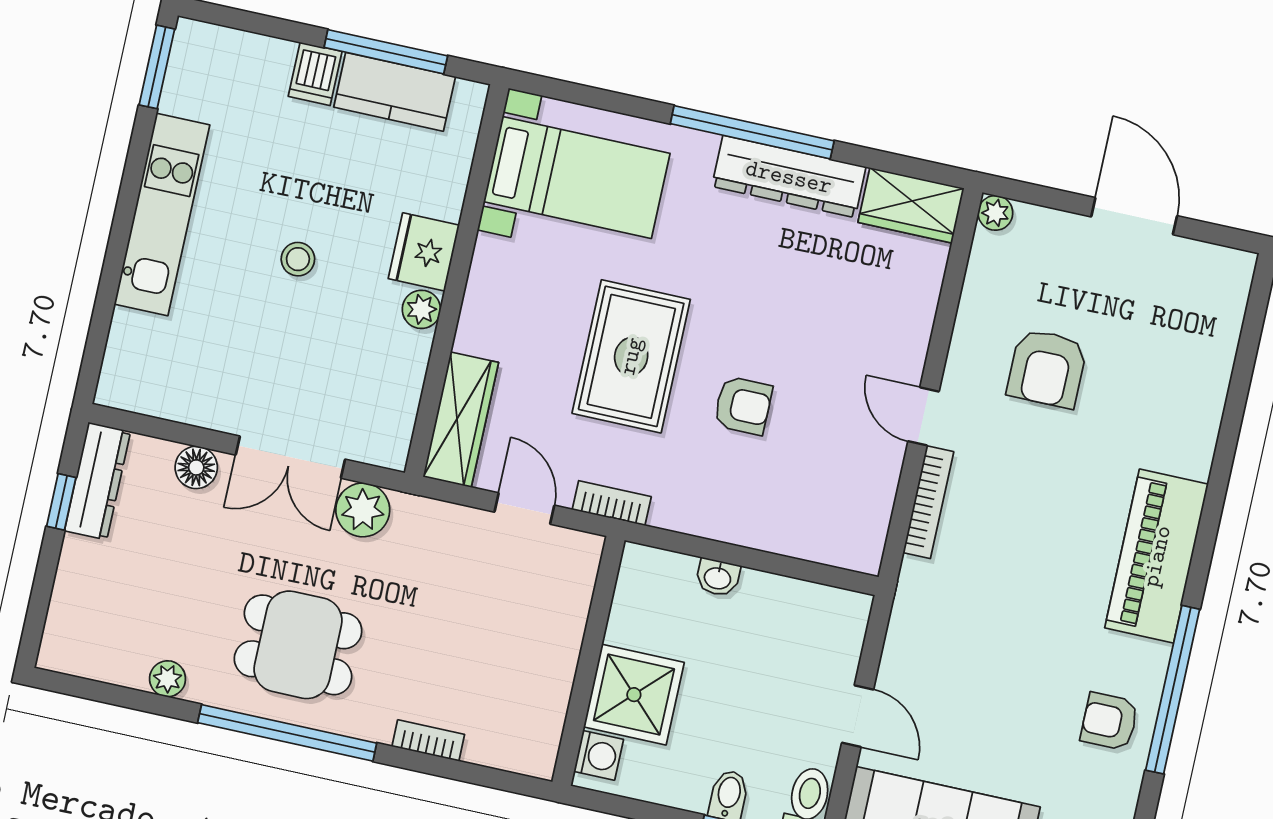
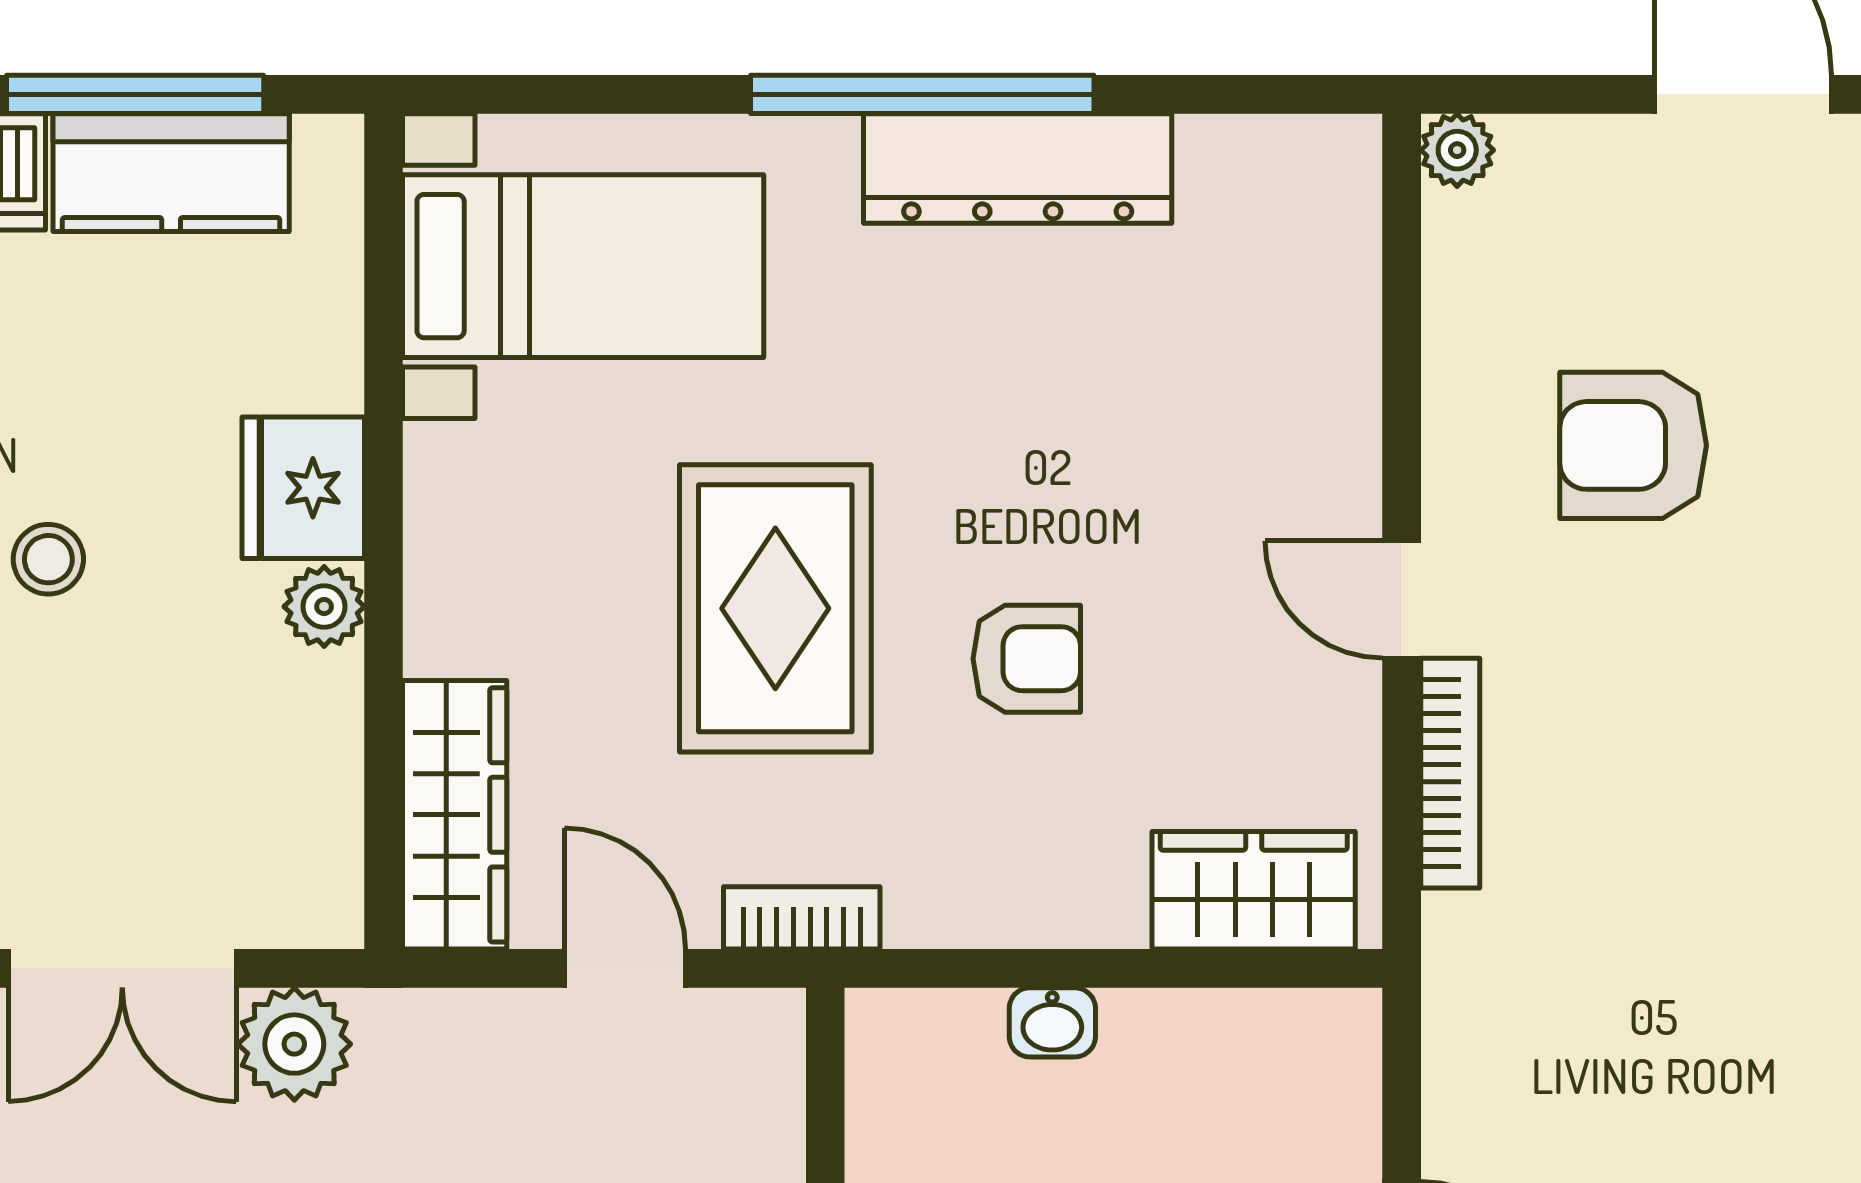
wardrobe: (911, 205) -> (1254, 890), moved, turned 180
armchair: (1047, 368) -> (1633, 445), turned 90

